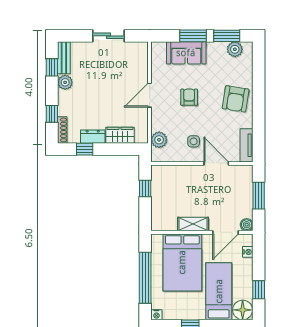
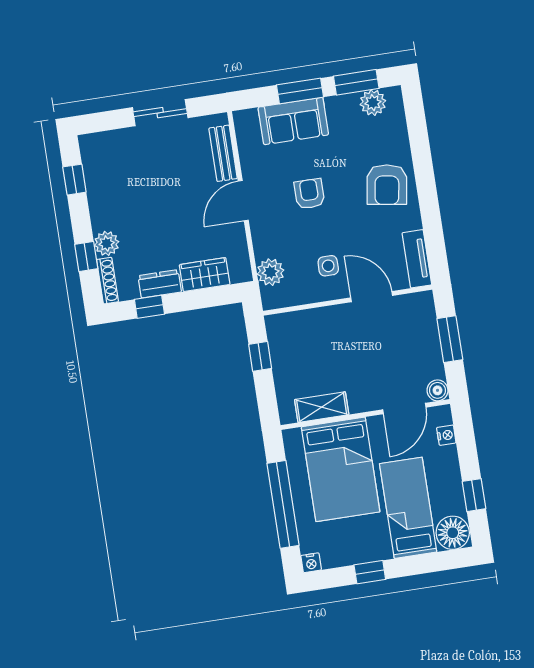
bench: (64, 58) -> (223, 153), moved
plant: (65, 82) -> (107, 243), moved
shelving: (193, 224) -> (322, 407), moved

